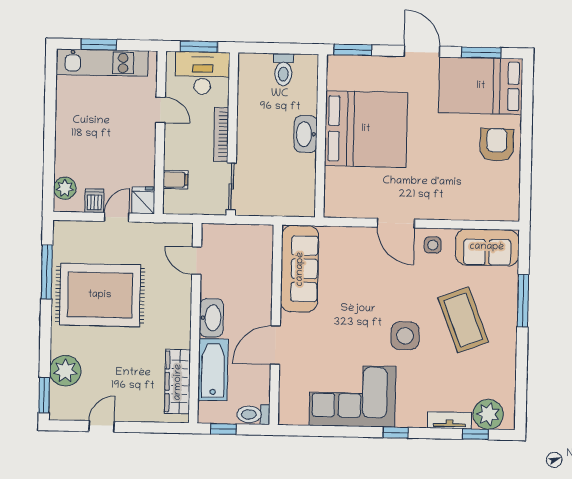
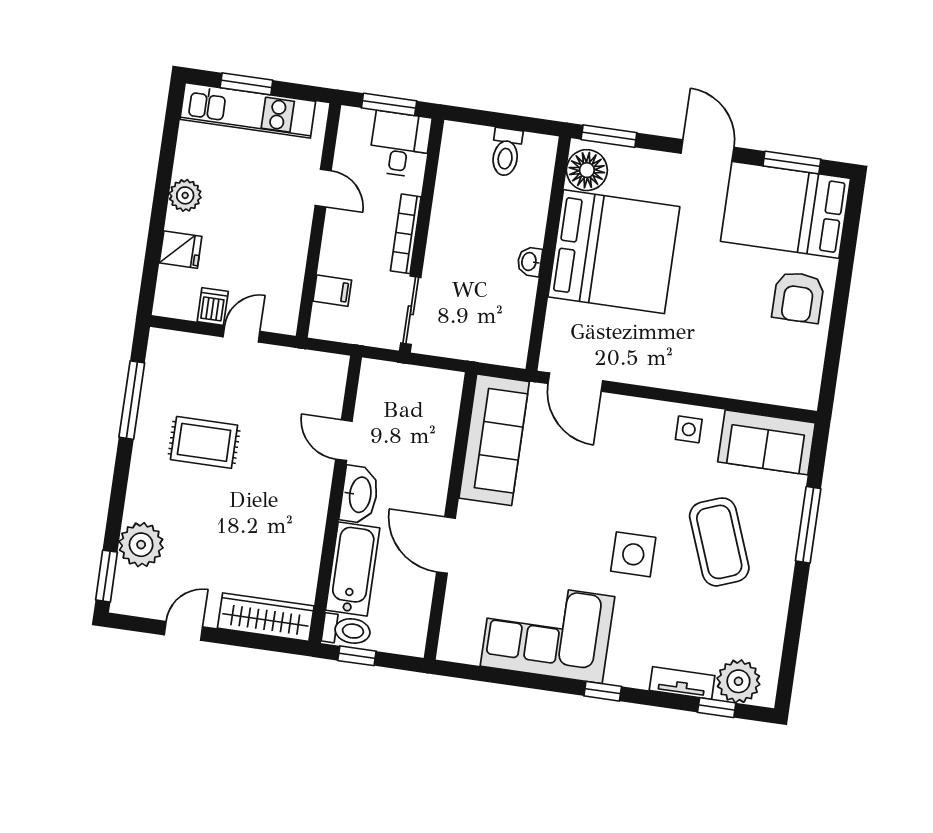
desk: (202, 73) -> (400, 144), width x0.73
floor lamp: (341, 75) -> (587, 170), added
washbasin: (306, 134) -> (530, 262), width x0.52, depth x0.69
armchair: (497, 145) -> (798, 297), turned 180
plant: (65, 188) -> (185, 195), moved
fridge: (143, 200) -> (181, 250), moved, turned 90
door: (396, 223) -> (575, 382), moved
door: (197, 261) -> (344, 440), moved
rug: (100, 295) -> (204, 442), width x0.54, depth x0.49
door: (275, 345) -> (446, 545), hinge flipped
wardrobe: (178, 382) -> (266, 617), moved, turned 90
toilet: (253, 414) -> (346, 630), moved, turned 180

